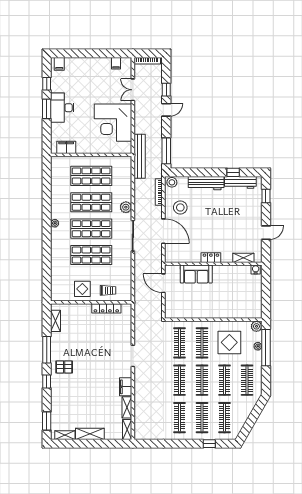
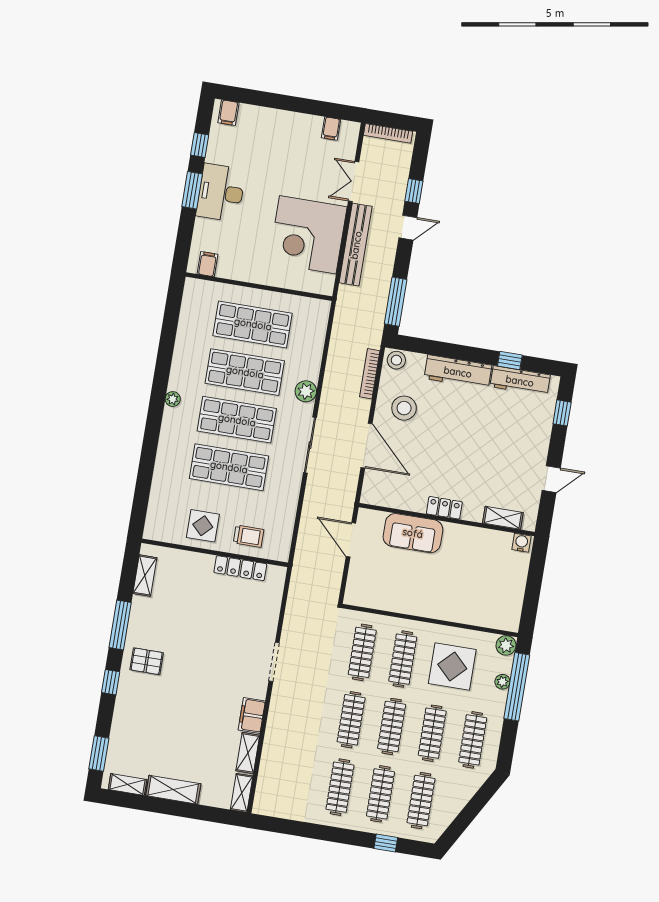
filing cabinet: (66, 147) -> (208, 264), width x0.50
bench: (140, 156) -> (356, 245), moved

